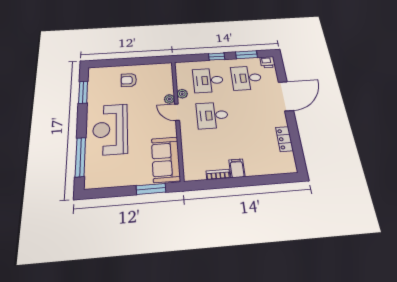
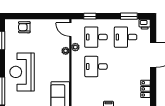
window: (217, 57) -> (90, 16), moved
armchair: (129, 80) -> (24, 27), moved
door: (177, 112) -> (70, 30), moved

